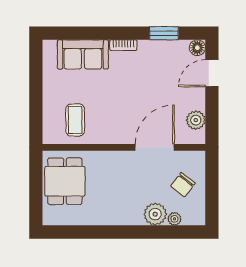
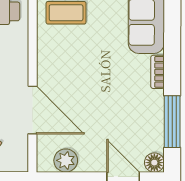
window: (164, 33) -> (172, 122), width x1.44

